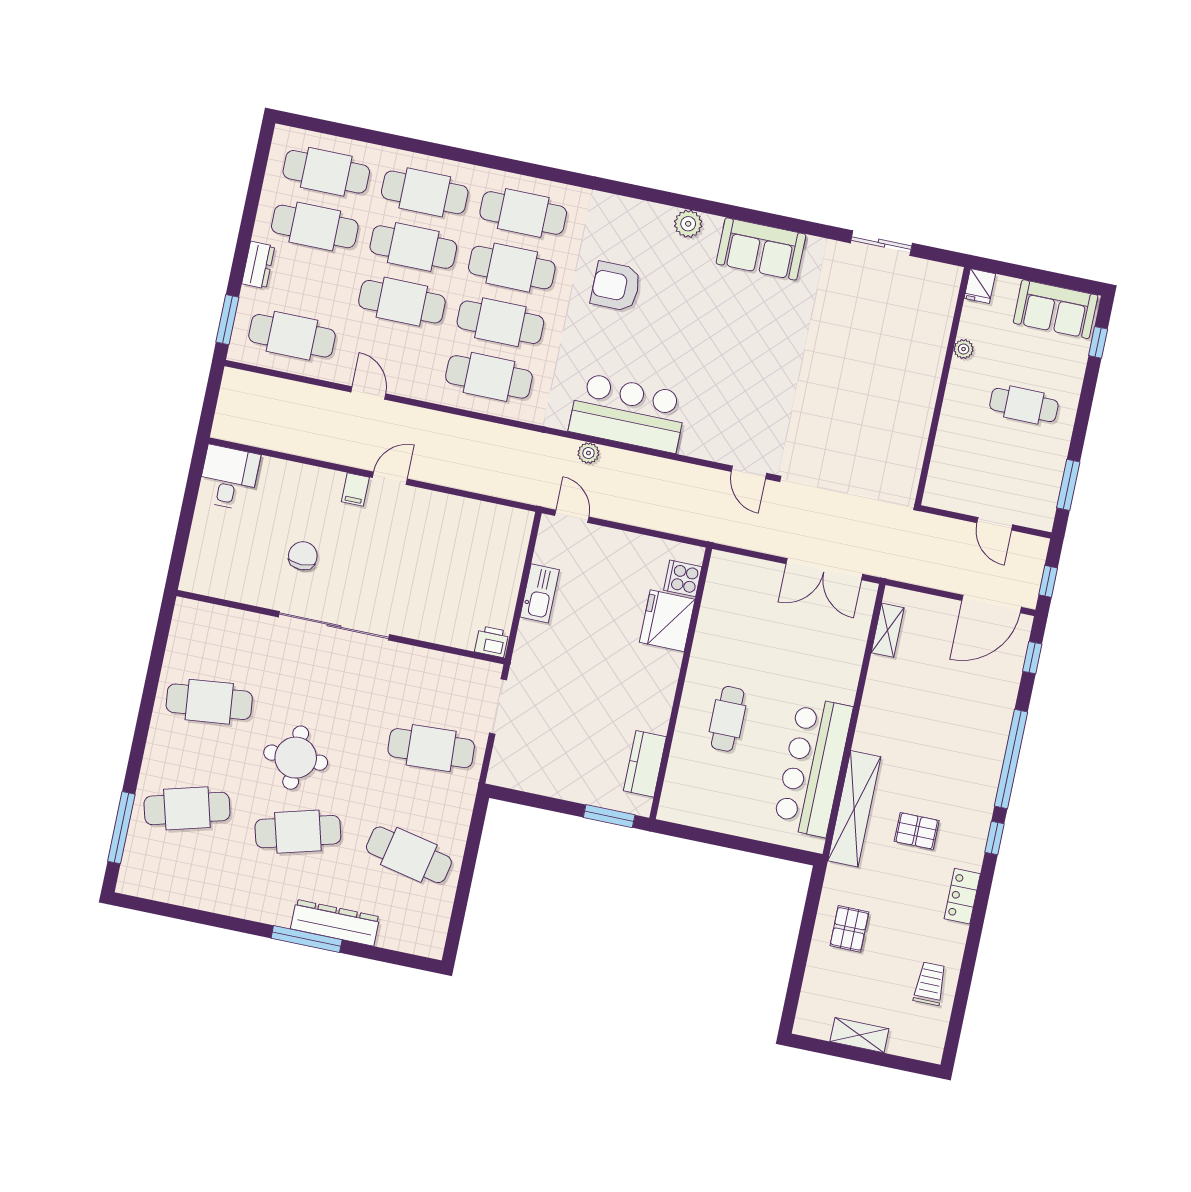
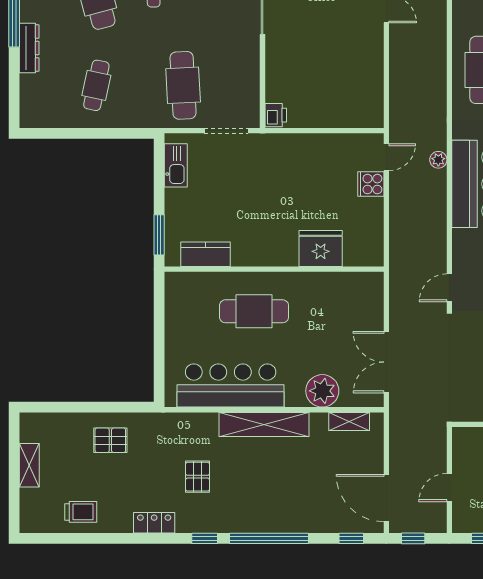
cooker: (683, 578) -> (371, 184), moved, turned -90
kitchen sink: (540, 593) -> (176, 165), moved, turned -90
plant: (843, 655) -> (322, 391), added
cafe table: (728, 719) -> (254, 311), width x1.37, depth x1.35
shelving: (854, 809) -> (264, 425), moved
cafe table: (409, 855) -> (96, 85), width x0.73, depth x0.74
dresser: (335, 923) -> (29, 48), width x0.73, depth x0.80

